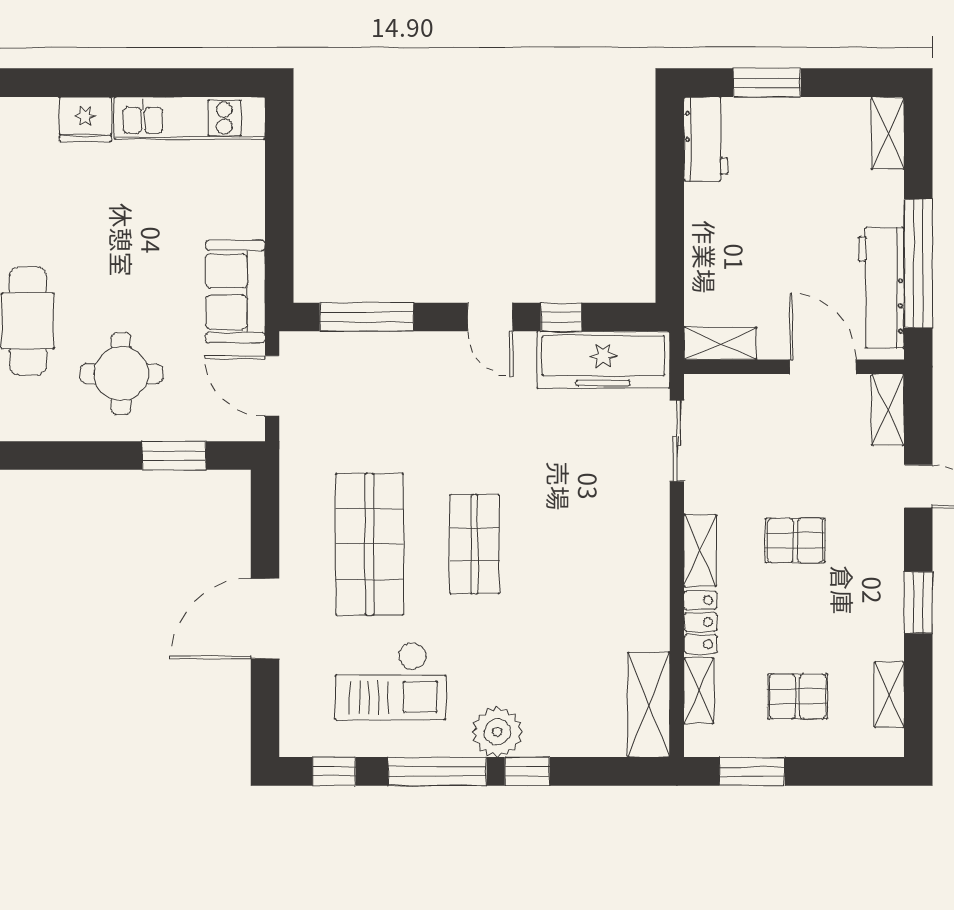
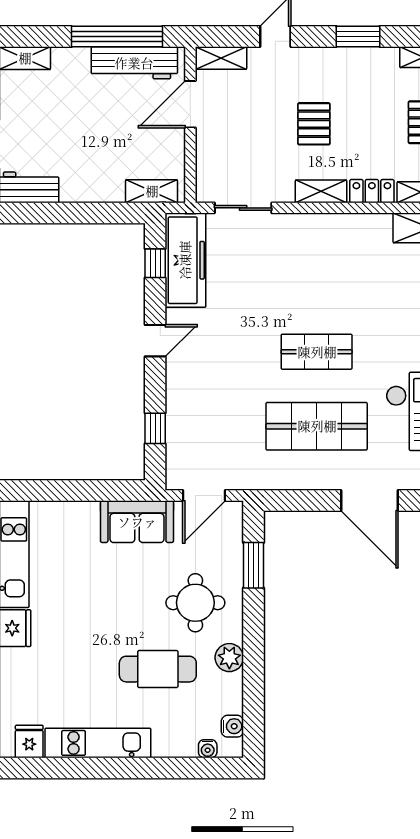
window: (367, 317) -> (155, 428), width x0.46
window: (561, 317) -> (155, 263), moved
shelving: (720, 343) -> (152, 191), moved, turned 90
plant: (44, 421) -> (229, 658), added

